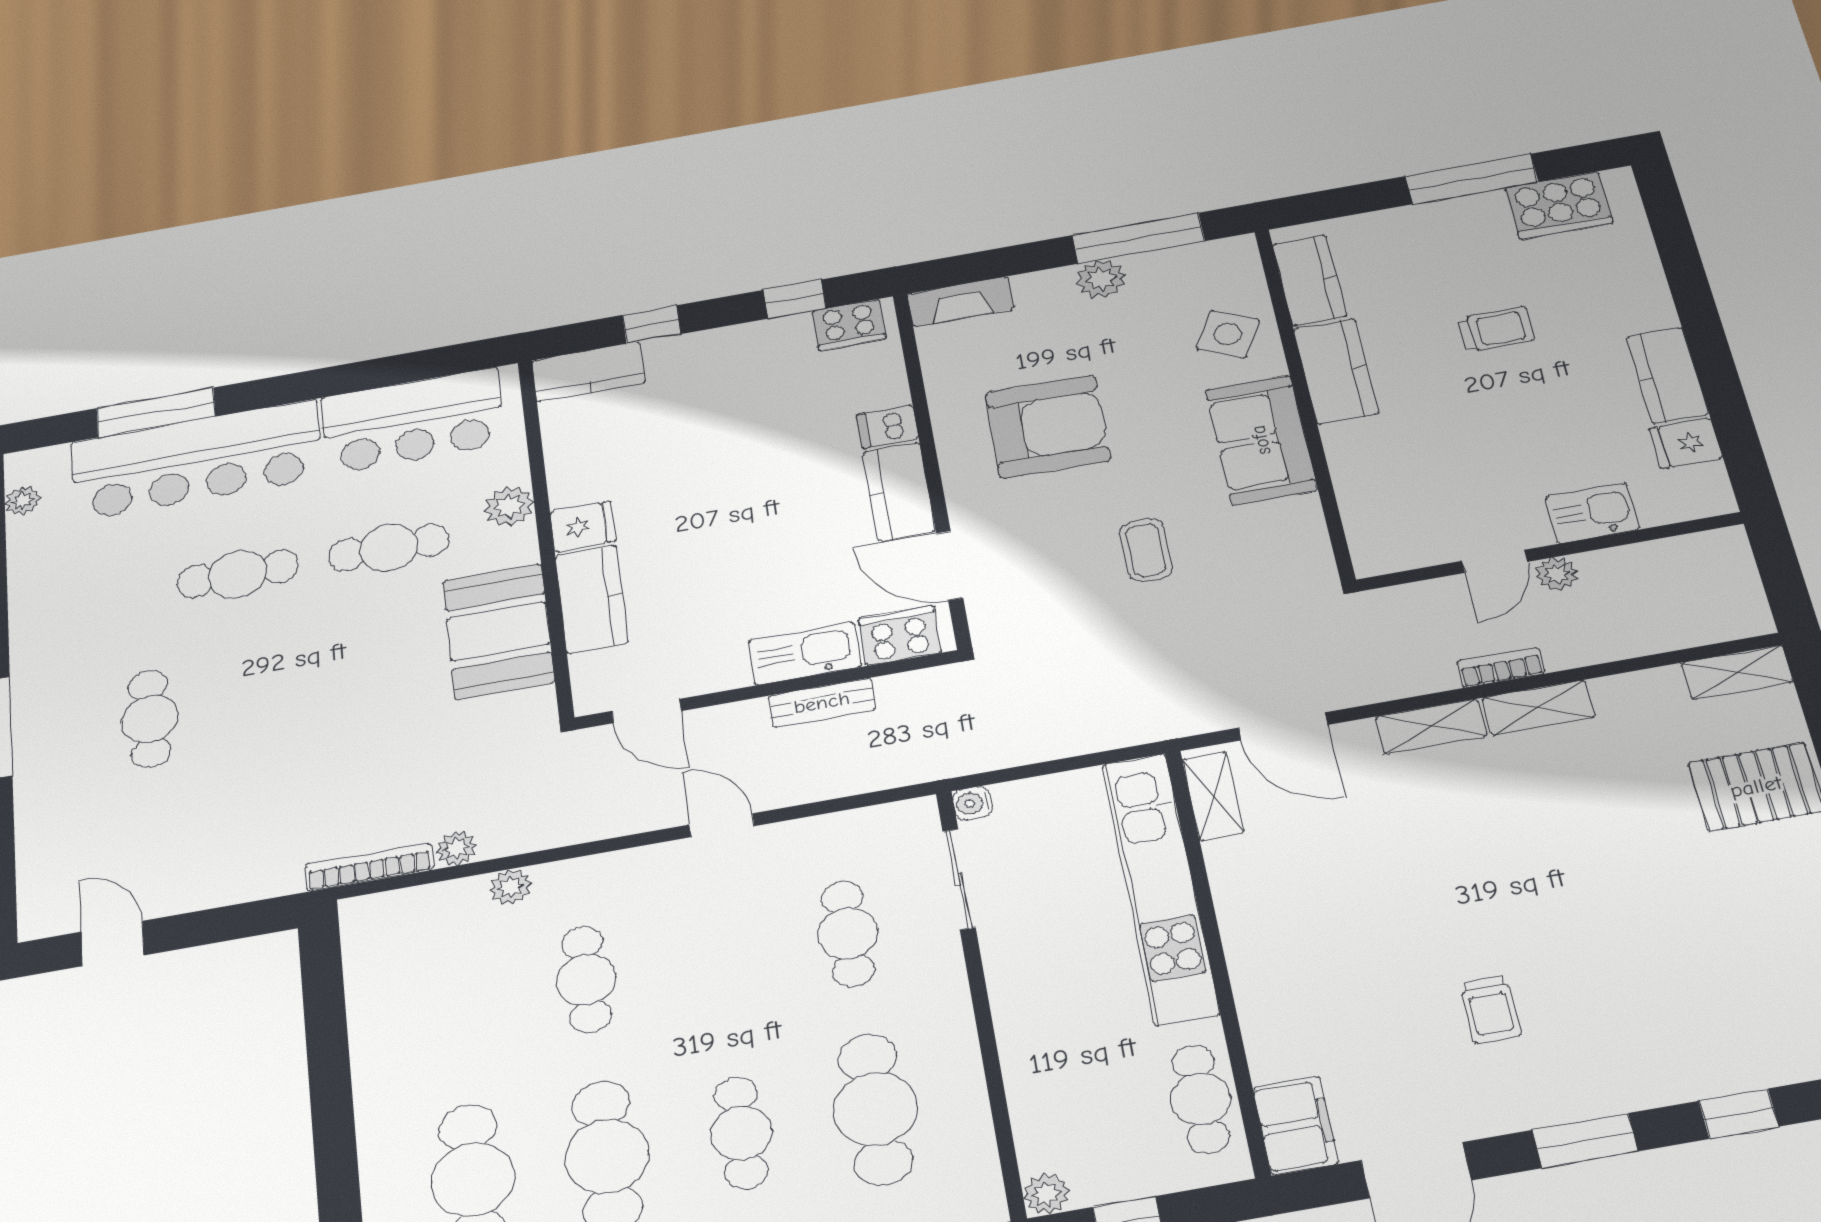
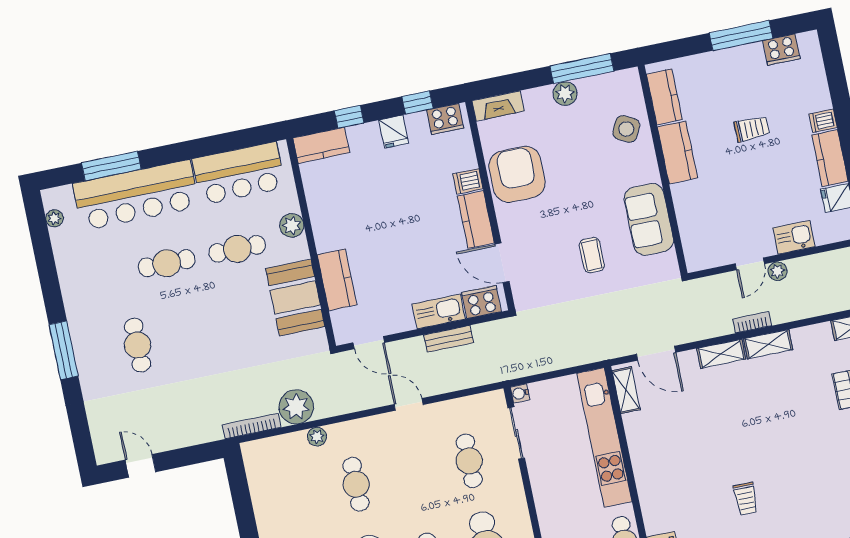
cooker: (1559, 206) -> (781, 50), width x0.73, depth x0.76
dishwasher: (1650, 313) -> (823, 121), added
armchair: (1048, 427) -> (517, 174), moved, turned -91
sofa: (1261, 440) -> (649, 219), moved
fridge: (583, 527) -> (394, 132), moved, turned 90
plant: (456, 848) -> (296, 407), width x1.87, depth x1.87

